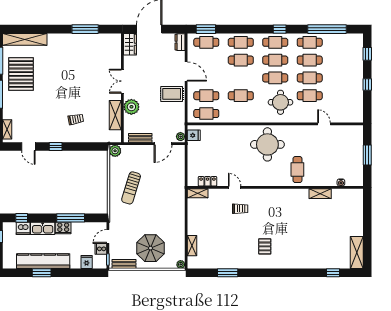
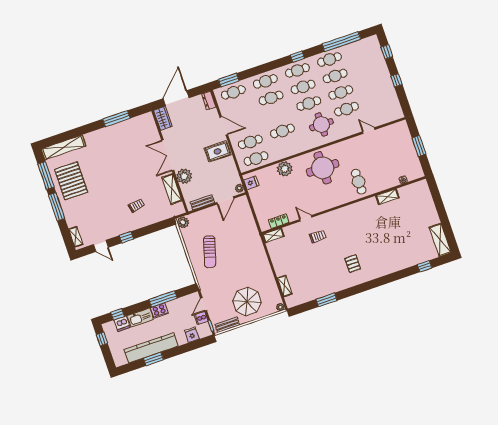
double door: (122, 81) -> (168, 155), width x1.37
plant: (231, 133) -> (285, 169), added

